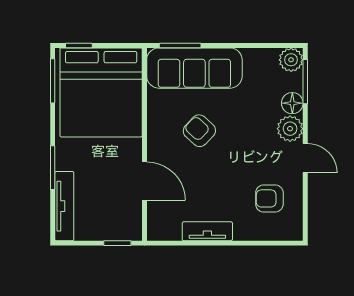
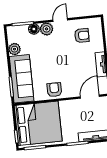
plant: (291, 60) -> (14, 49), moved
armchair: (199, 131) -> (54, 90), moved, turned 137
door: (144, 181) -> (90, 97), moved
armchair: (269, 198) -> (82, 36), turned -90

